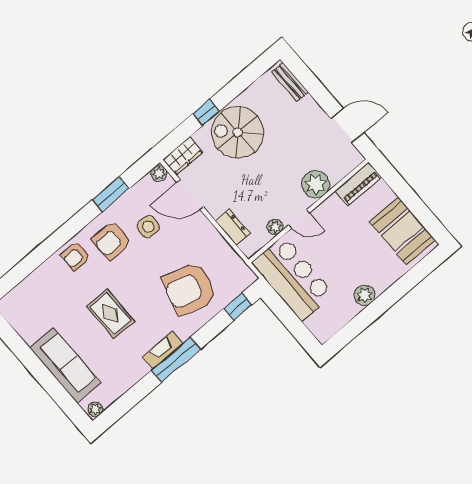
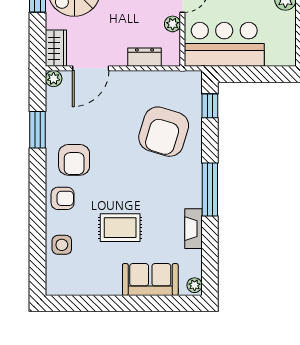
side table: (148, 227) -> (62, 245), moved
armchair: (76, 256) -> (63, 198), turned -90
rug: (110, 314) -> (120, 228), moved
fireplace: (163, 350) -> (193, 229), moved
sofa: (65, 365) -> (150, 280), width x0.73

